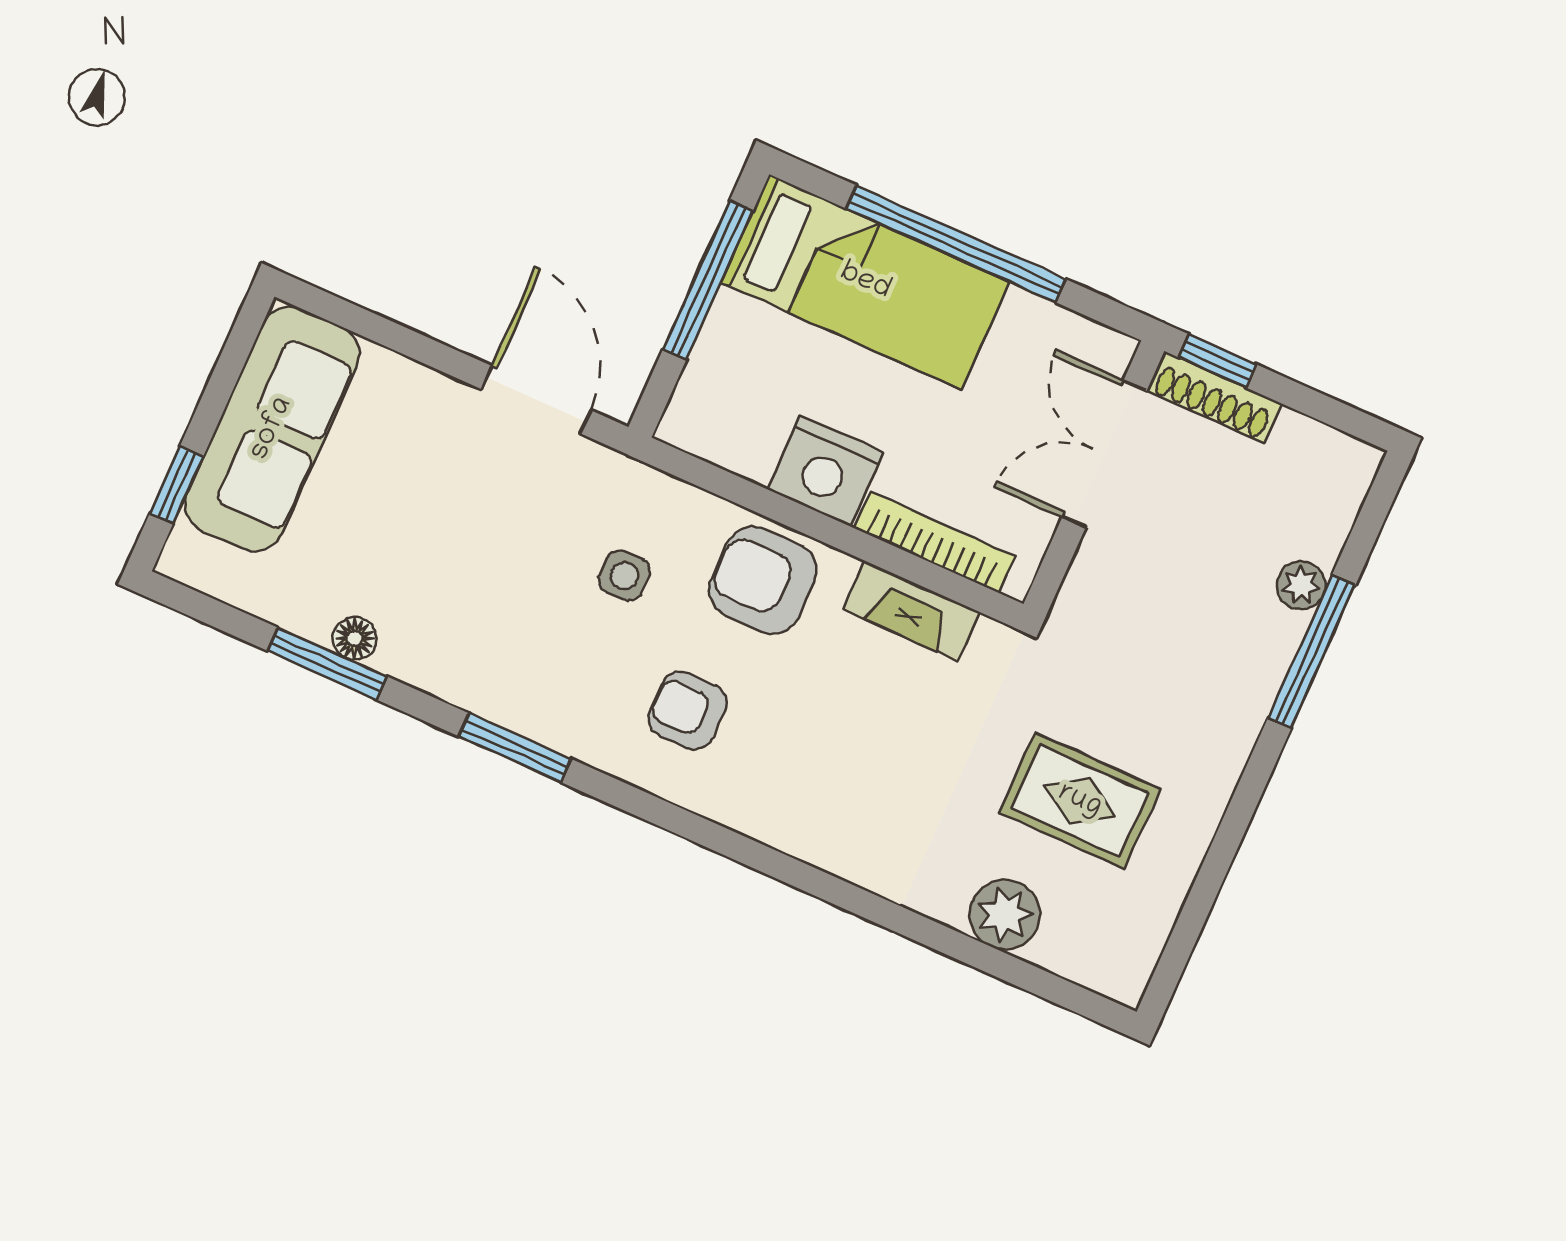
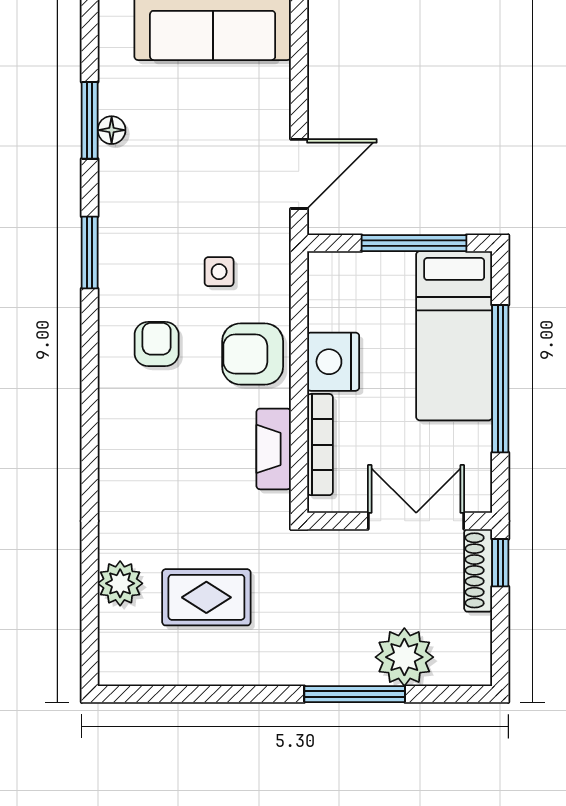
armchair: (763, 580) -> (253, 354), turned -90
plant: (1301, 585) -> (404, 657), width x1.88, depth x1.88
rug: (1080, 801) -> (206, 597), turned 90

